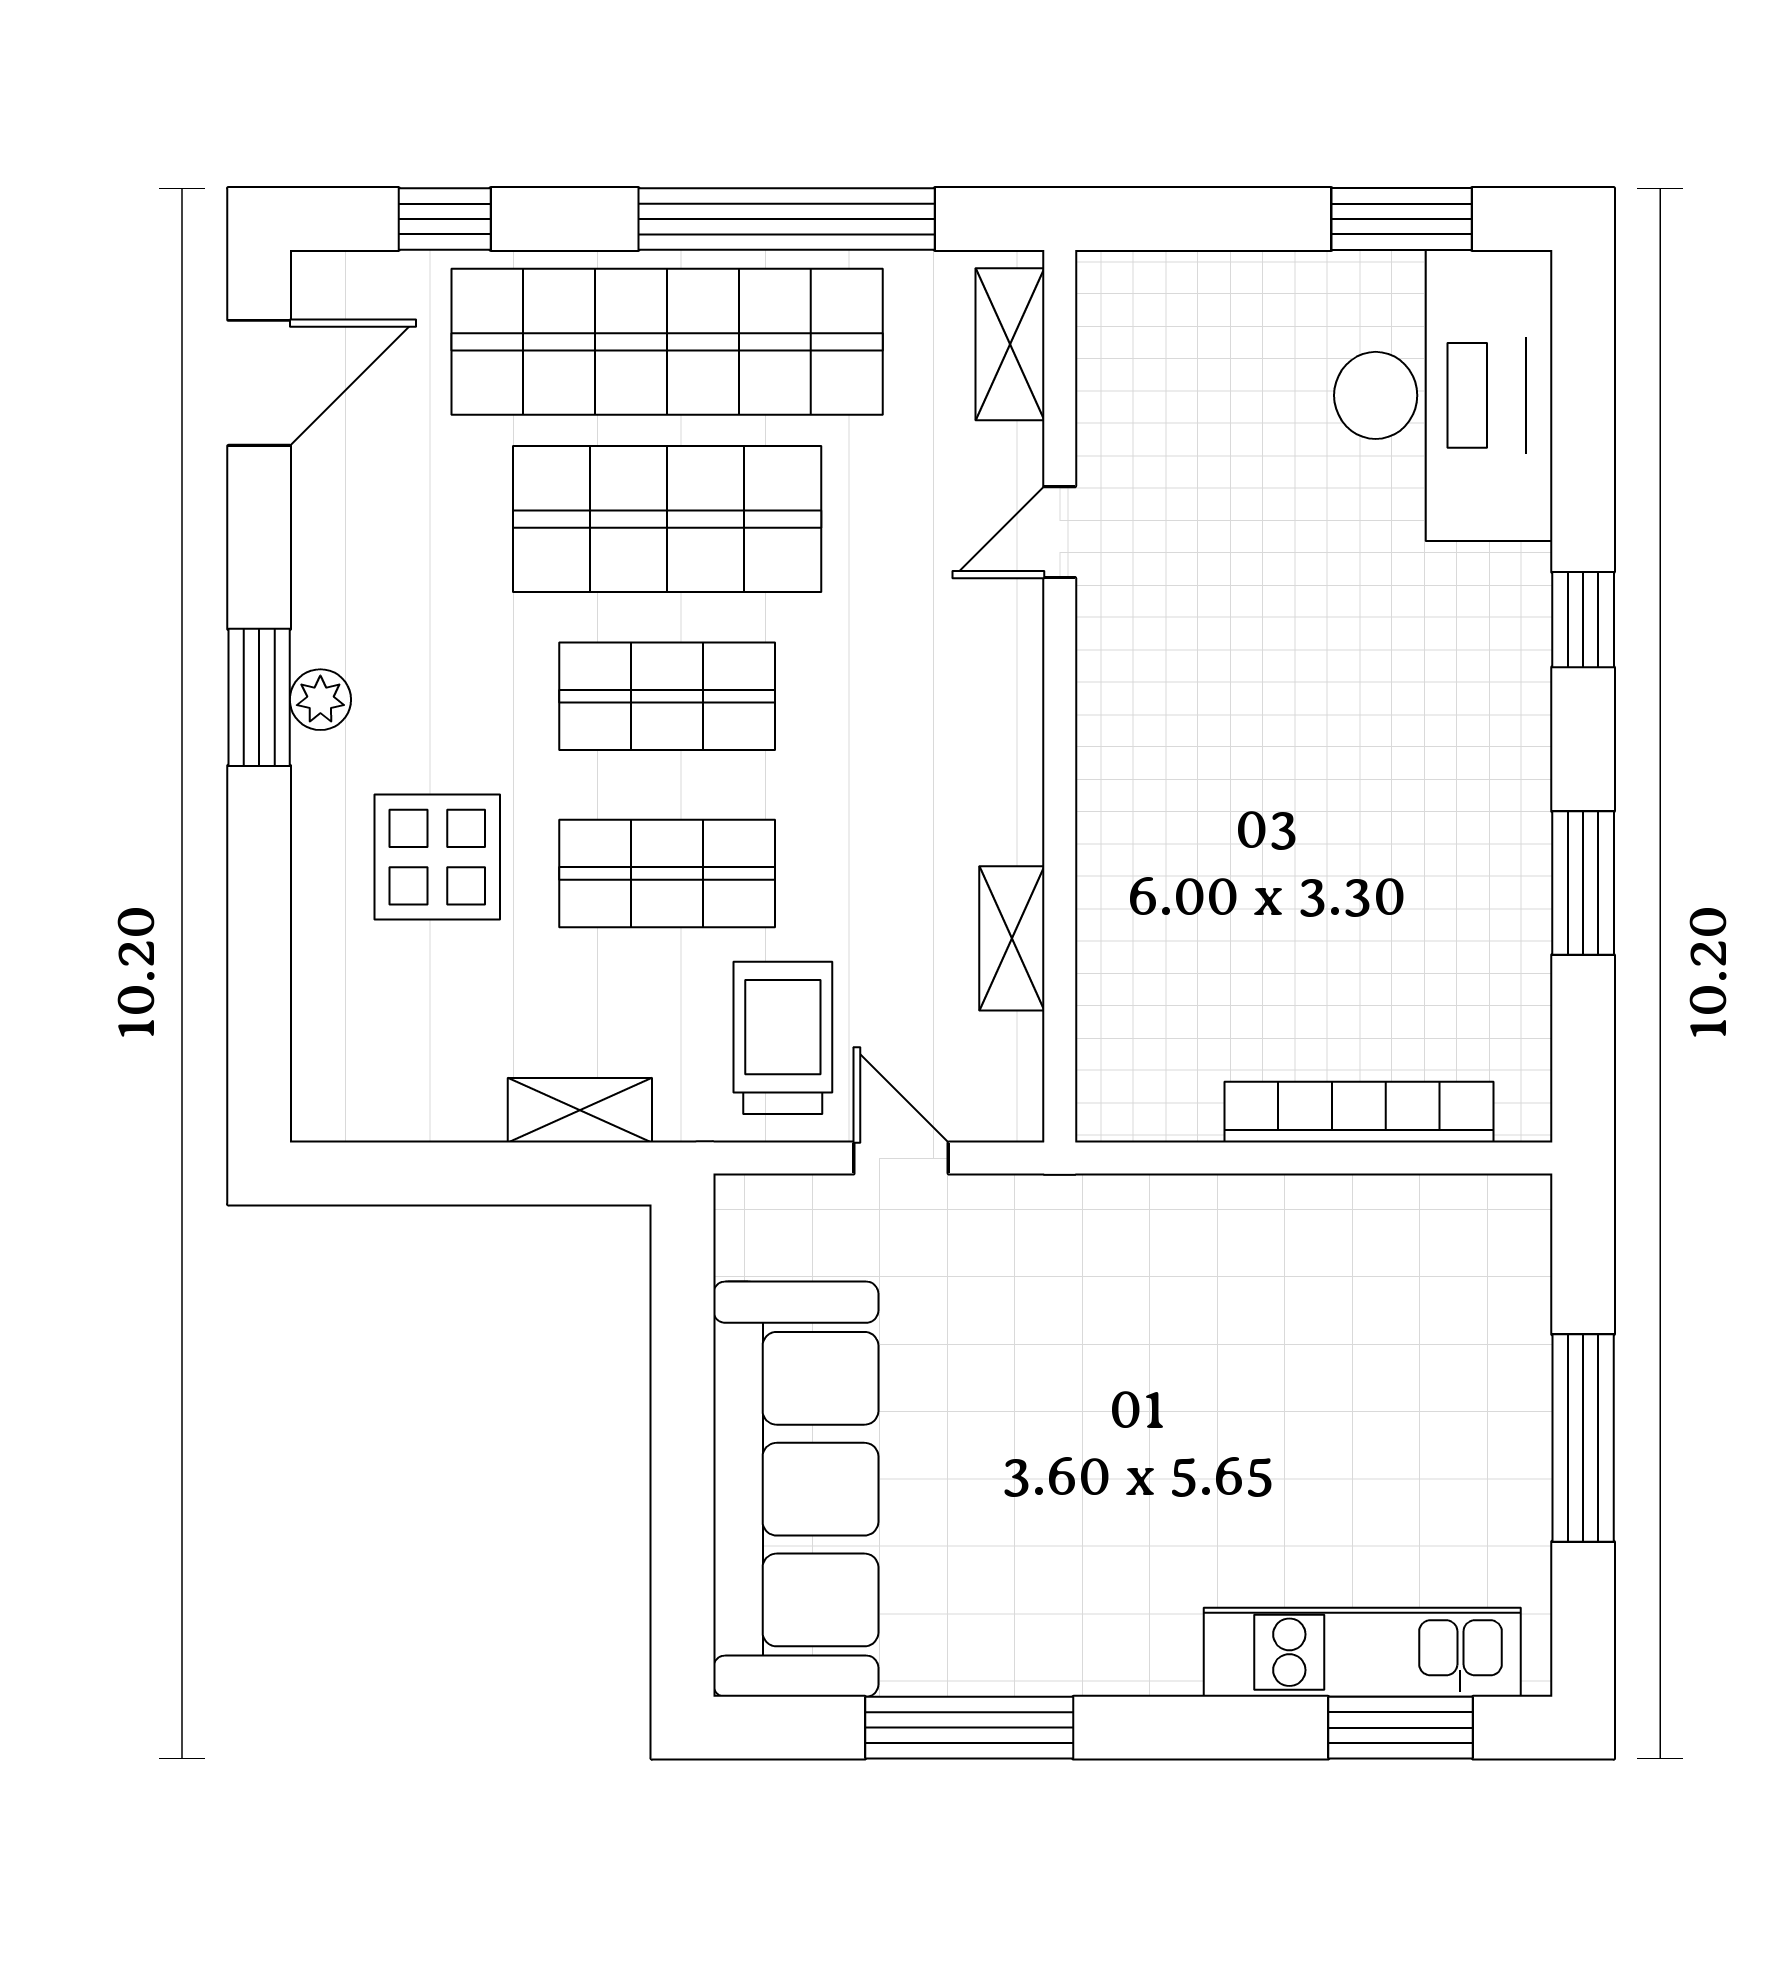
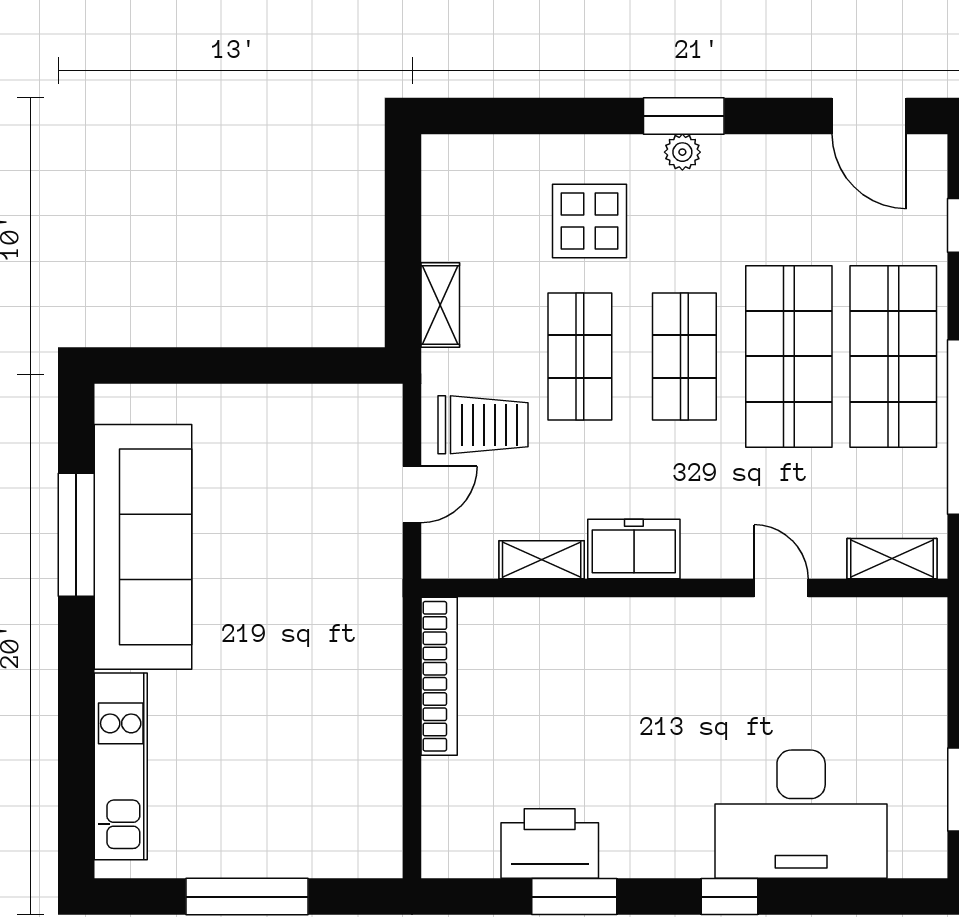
shop shelf: (667, 342) -> (893, 356), width x0.71
desk: (1443, 395) -> (801, 814), moved
freezer: (994, 782) -> (634, 549), added
printer: (1493, 925) -> (550, 844), added
bookcase: (1359, 1112) -> (439, 676), moved
sofa: (796, 1489) -> (143, 547), moved, turned -90
window: (1401, 1728) -> (76, 789), removed

